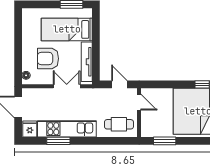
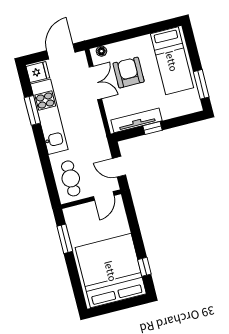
bed: (67, 29) -> (172, 61), moved, turned 180
window: (96, 51) -> (152, 128), added
door: (119, 84) -> (119, 167), swing flipped
double door: (67, 86) -> (95, 83), moved

